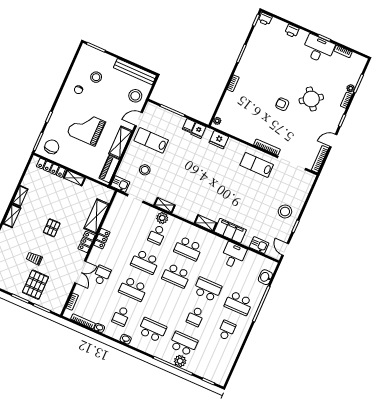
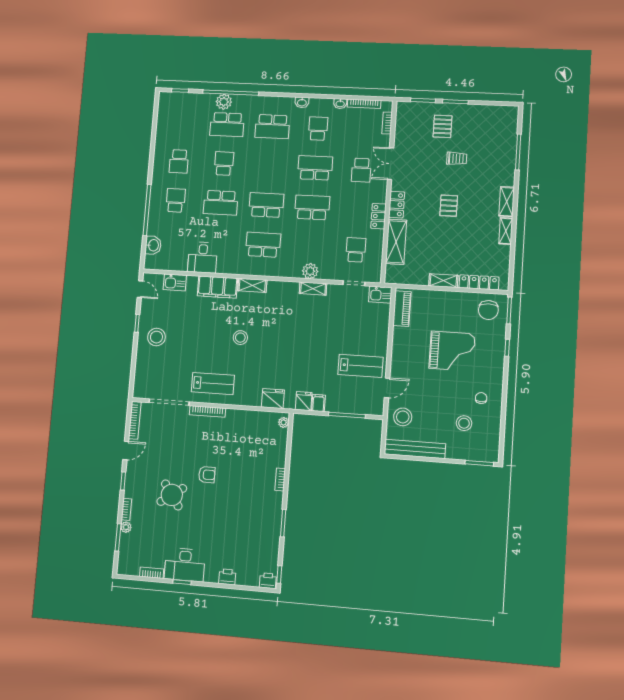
shelving: (120, 142) -> (400, 349), removed
stool: (145, 170) -> (240, 338), moved
school desk: (157, 235) -> (356, 250), moved
pallet: (35, 285) -> (443, 126), width x0.67, depth x0.71
school desk: (239, 303) -> (176, 200), width x0.54

